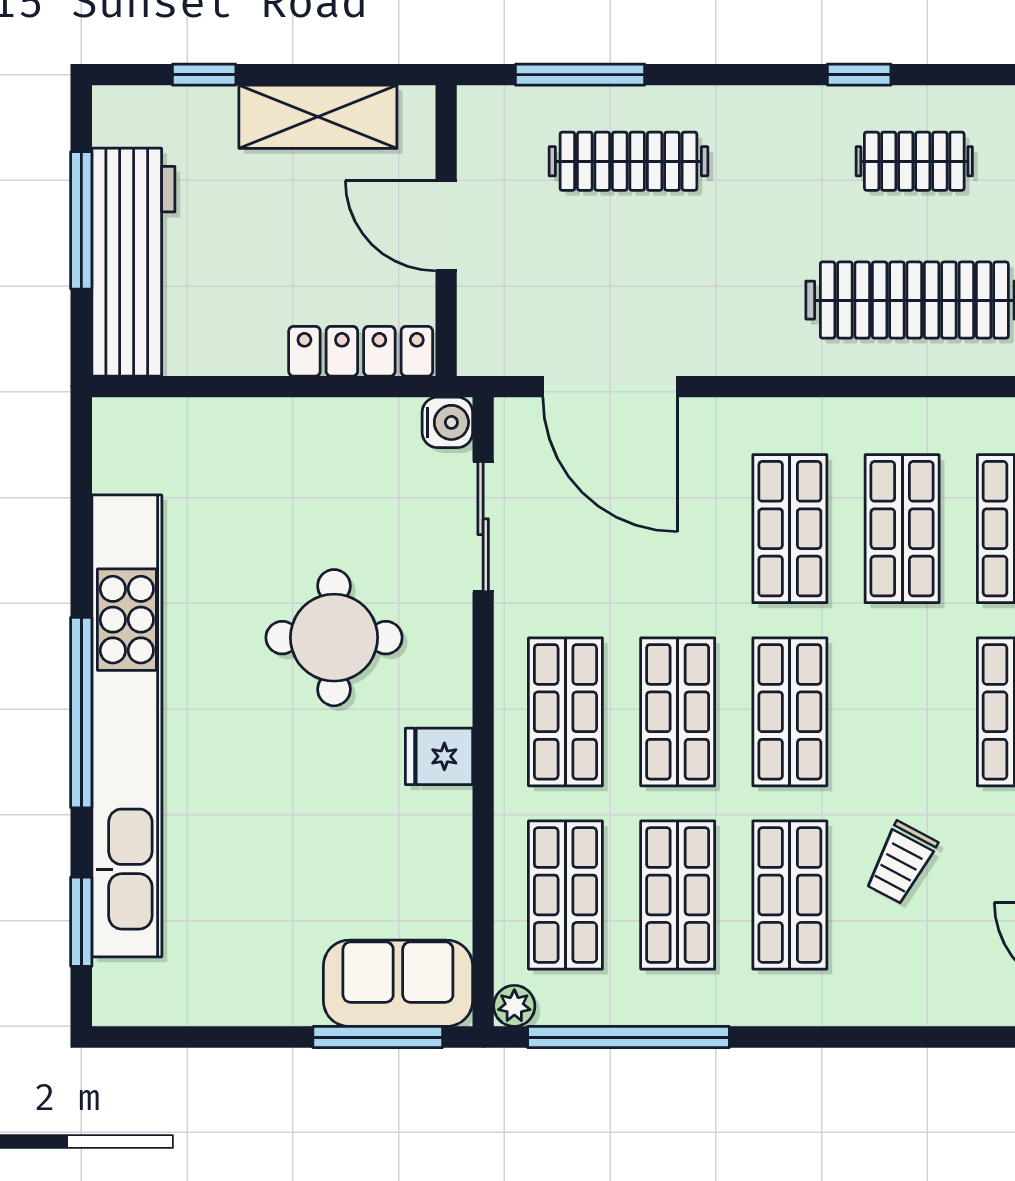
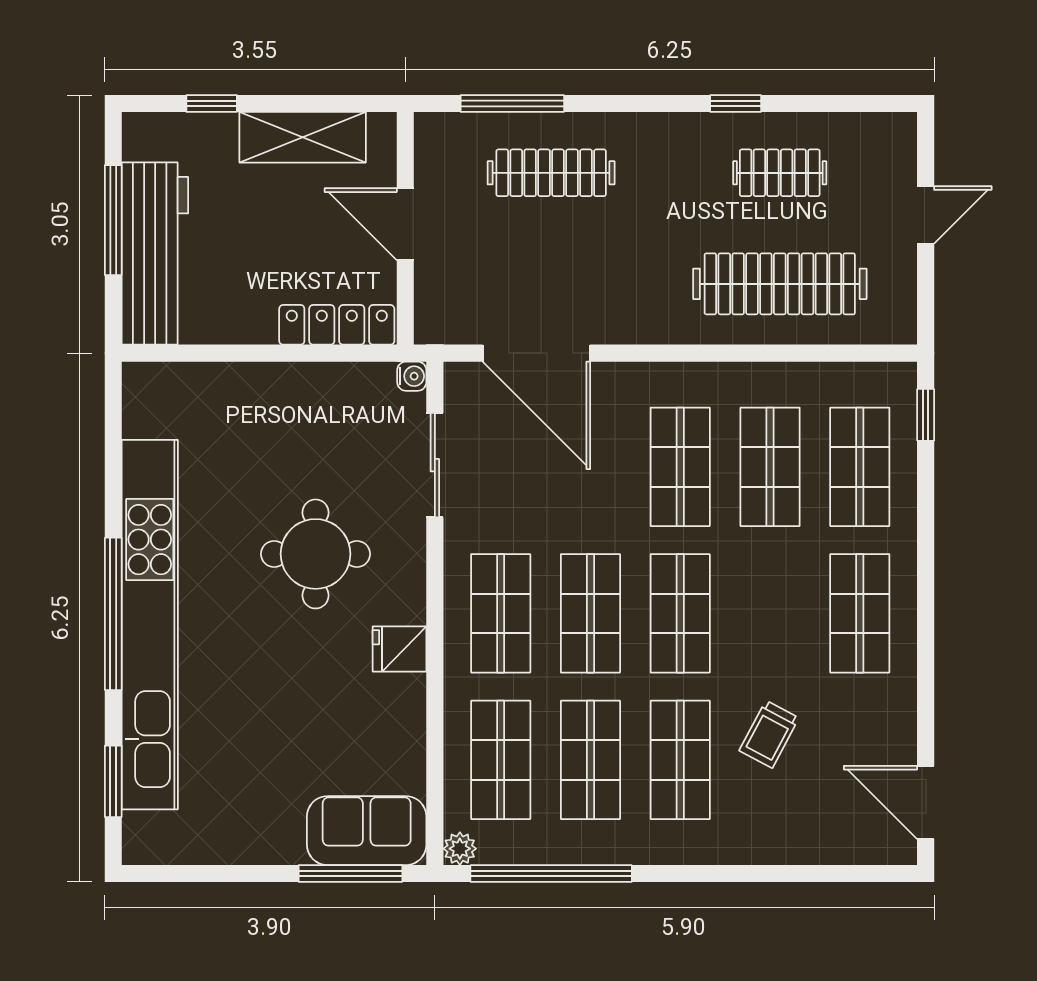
water cooler: (447, 422) -> (412, 376), width x0.72, depth x0.72

